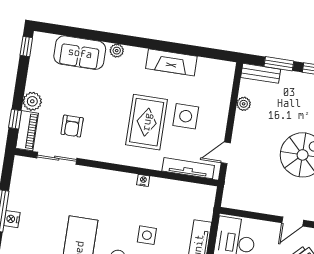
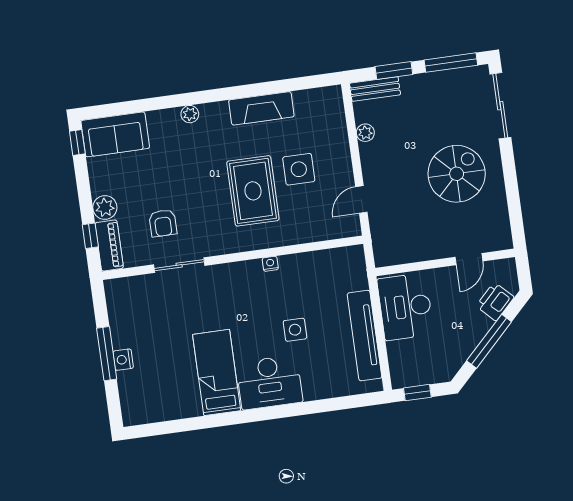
sofa: (80, 53) -> (115, 134), moved
sliding door: (57, 158) -> (179, 265), moved
tv unit: (188, 168) -> (321, 232), removed

